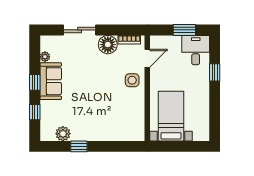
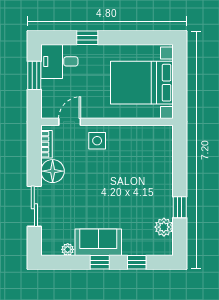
door: (147, 58) -> (70, 122), hinge flipped
bed with nightstands: (171, 116) -> (142, 83), width x1.36

